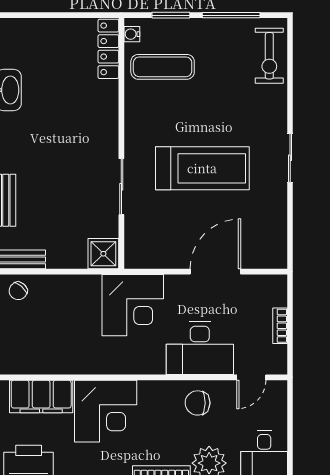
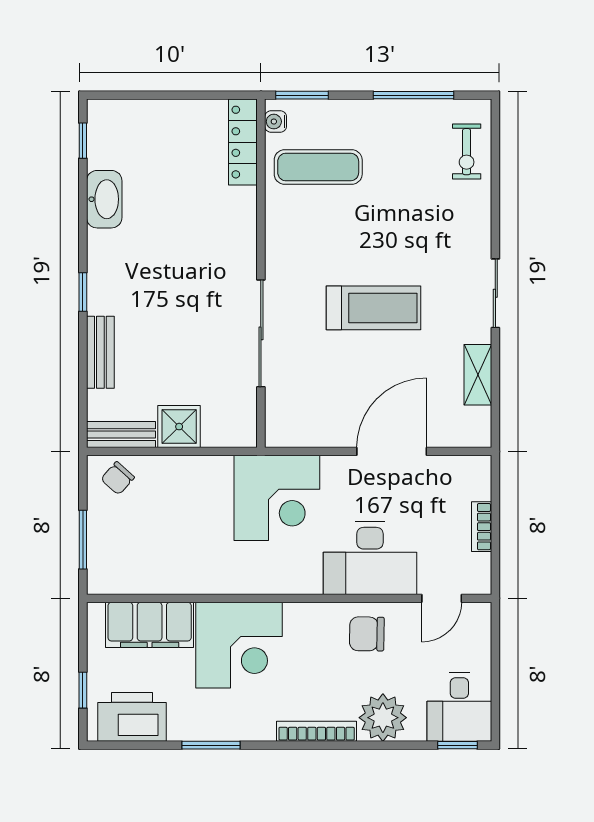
window: (171, 15) -> (302, 95), moved
exercise bike: (269, 56) -> (467, 152), width x0.73, depth x0.72
treadmill: (202, 168) -> (373, 308), width x0.73, depth x0.73
sliding door: (121, 187) -> (261, 333), width x1.37
shelving: (277, 216) -> (478, 375), added
shower: (103, 254) -> (179, 427), moved

